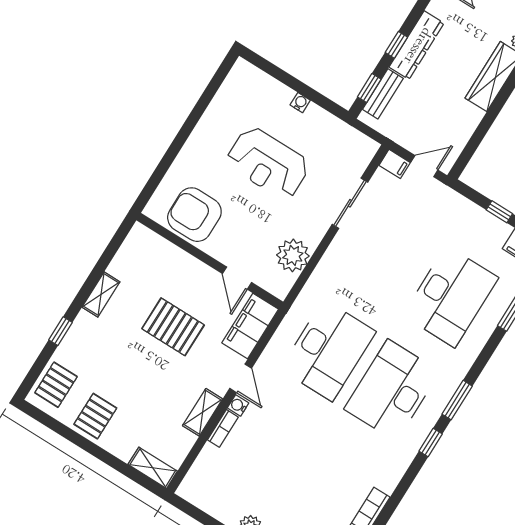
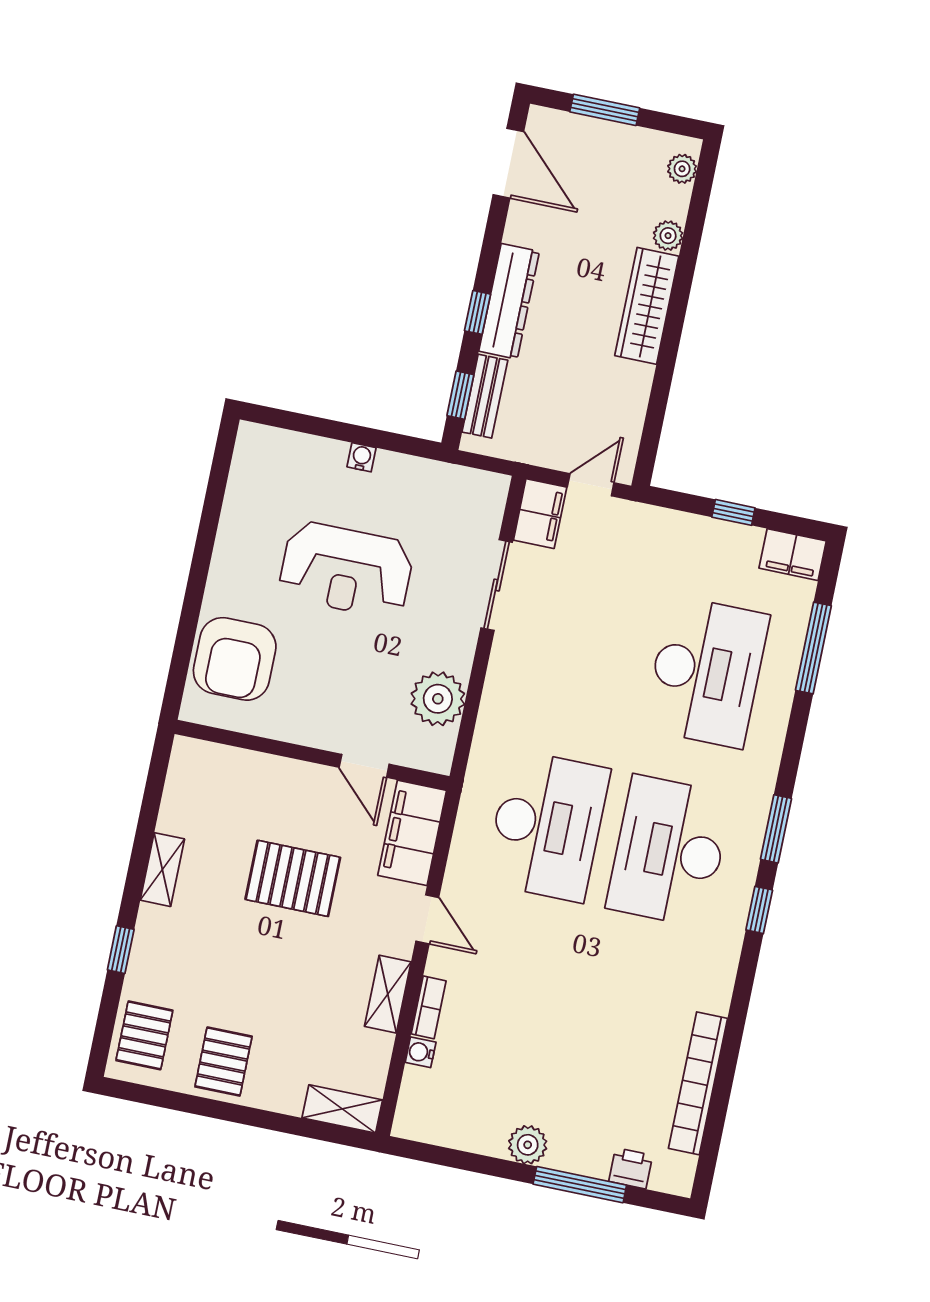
filing cabinet: (395, 164) -> (540, 514), width x2.00
armchair: (194, 215) -> (235, 659), moved, turned -90
water cooler: (238, 405) -> (421, 1052), moved

